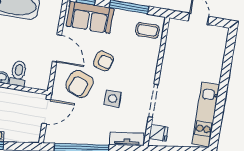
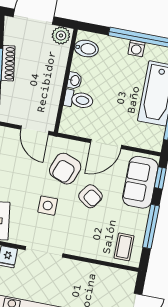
armchair: (103, 61) -> (90, 196), turned -71
armchair: (80, 84) -> (65, 169), turned -90

